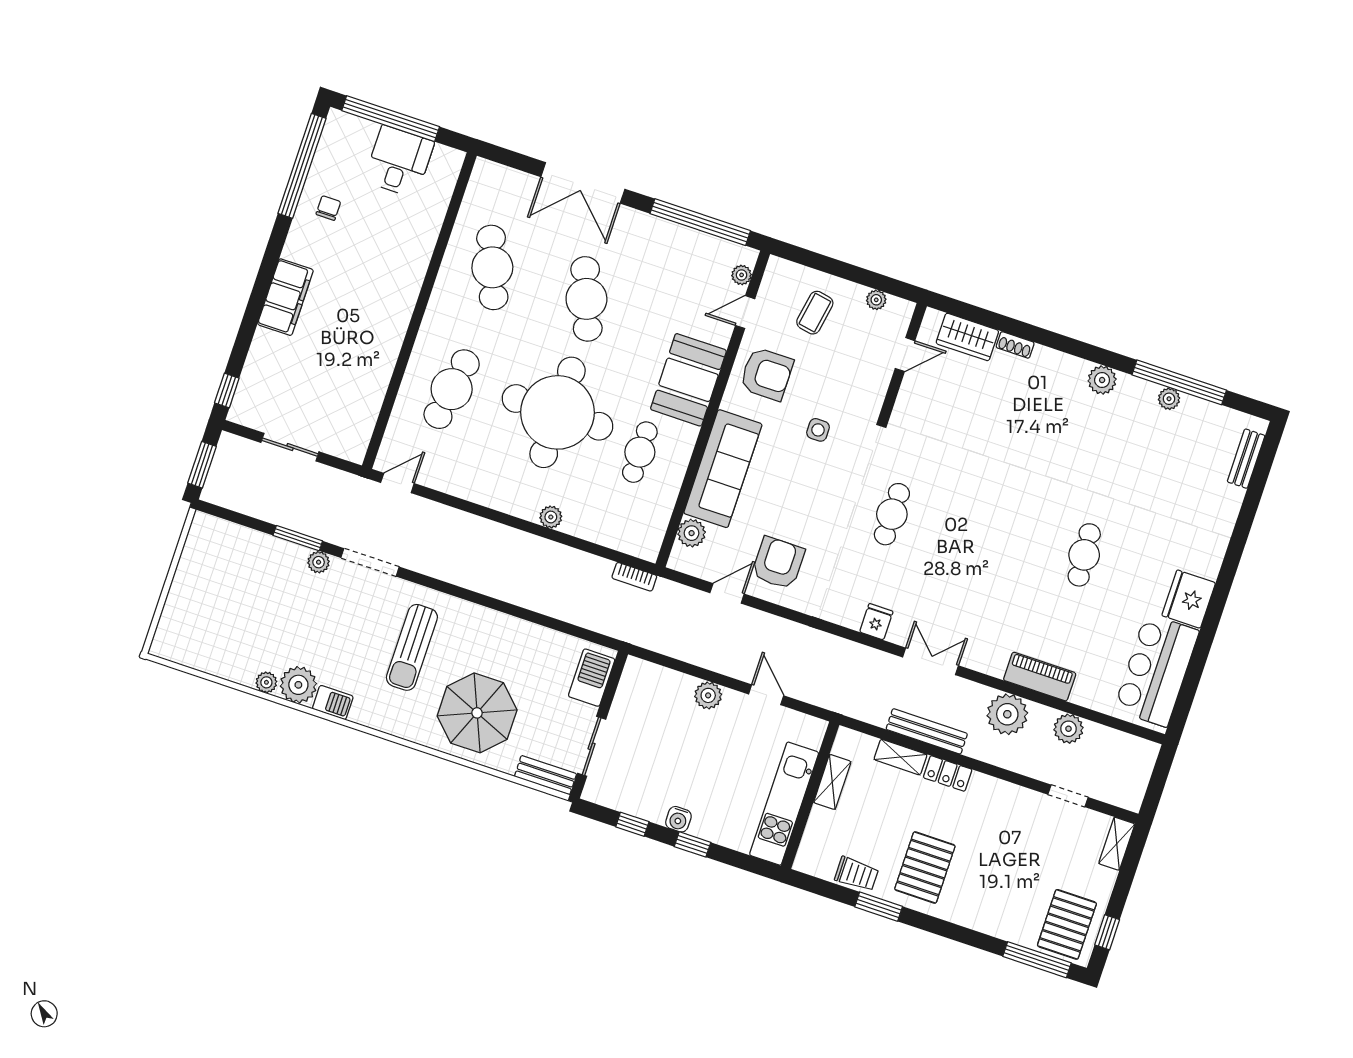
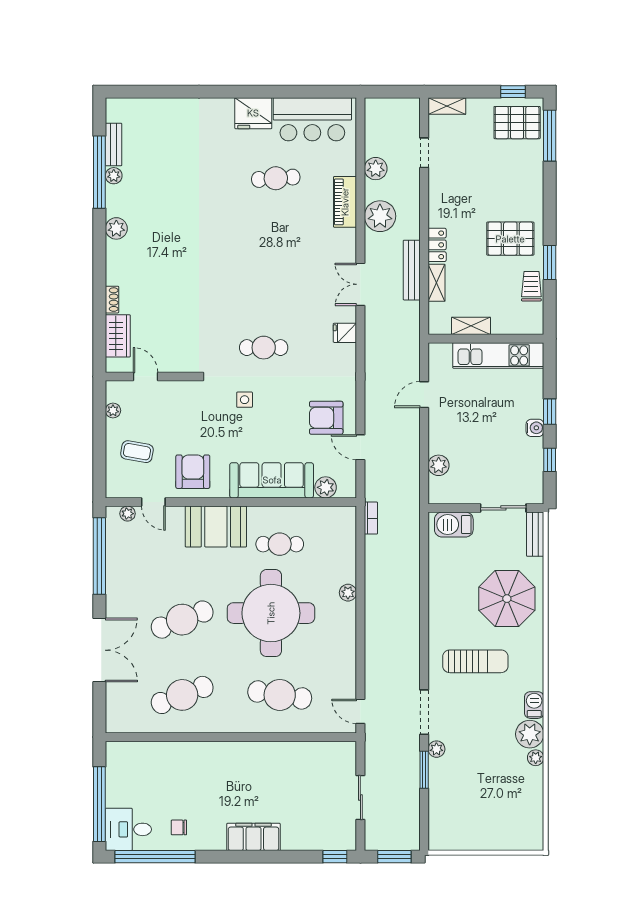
desk: (399, 161) -> (128, 829), moved
side table: (818, 430) -> (245, 400), moved
bench: (1246, 459) -> (114, 144), moved, turned 90
cafe table: (1084, 555) -> (276, 178), moved
plant: (708, 695) -> (439, 465), moved

